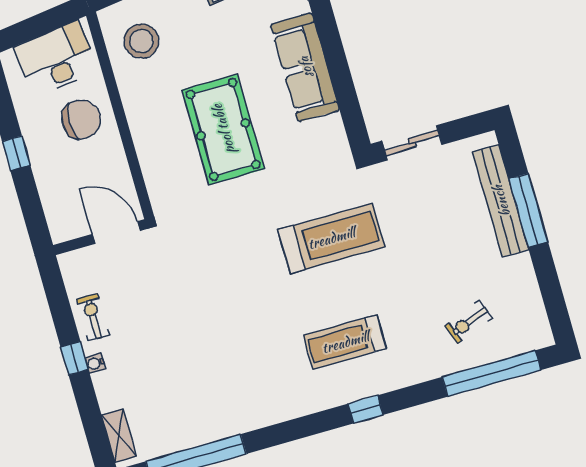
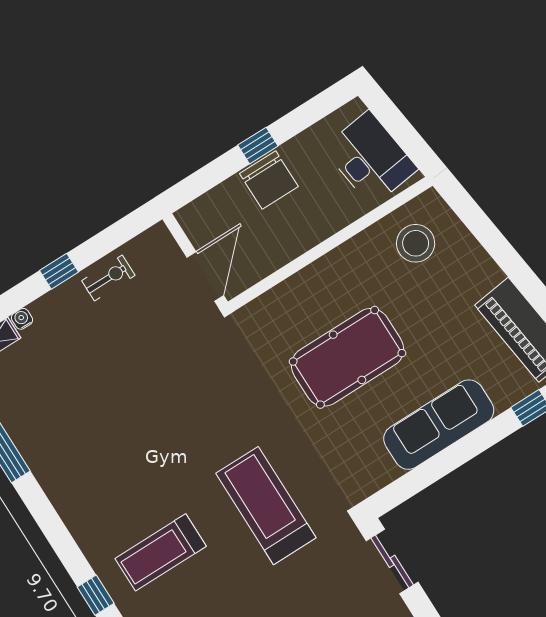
chair: (81, 119) -> (269, 180), moved
treadmill: (331, 238) -> (266, 506), turned 180
treadmill: (345, 342) -> (161, 552), turned -90
water cooler: (95, 363) -> (22, 319), moved

